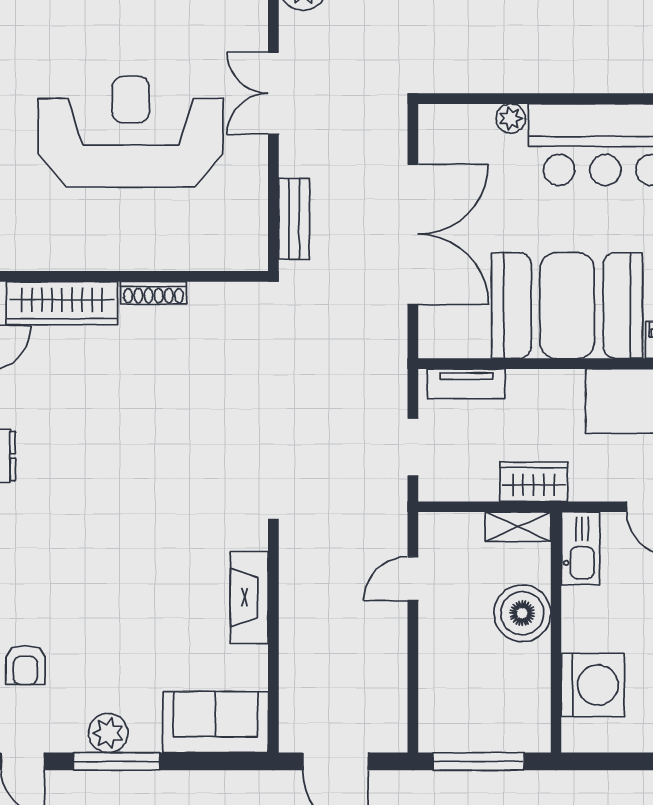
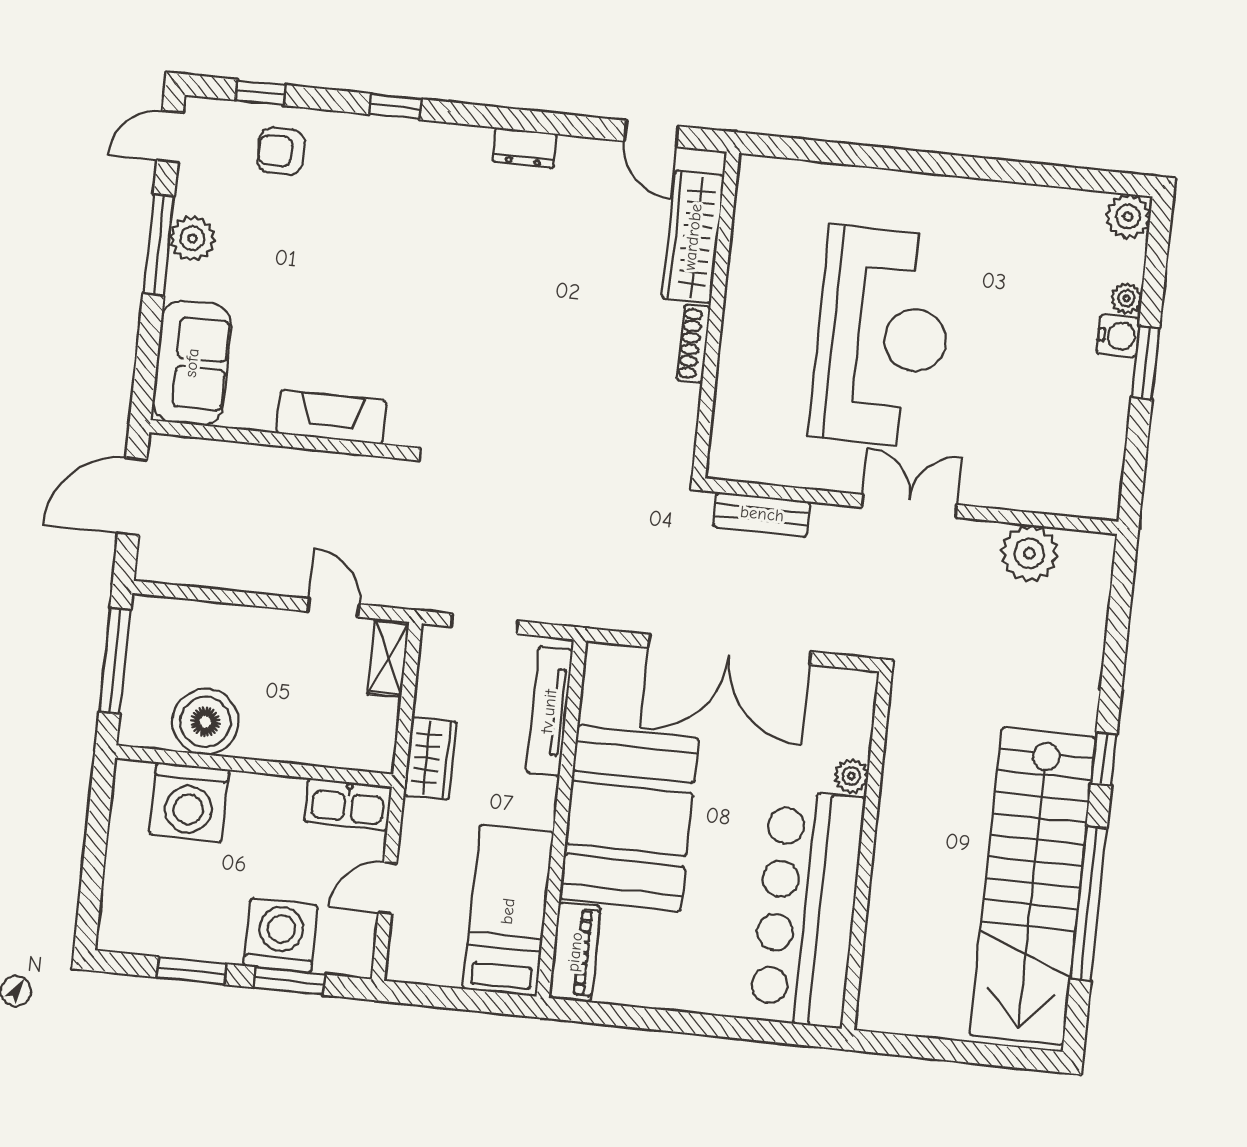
tv unit: (466, 384) -> (549, 711), width x1.41
shelving: (518, 527) -> (388, 658), moved
boiler: (522, 613) -> (205, 722), moved

